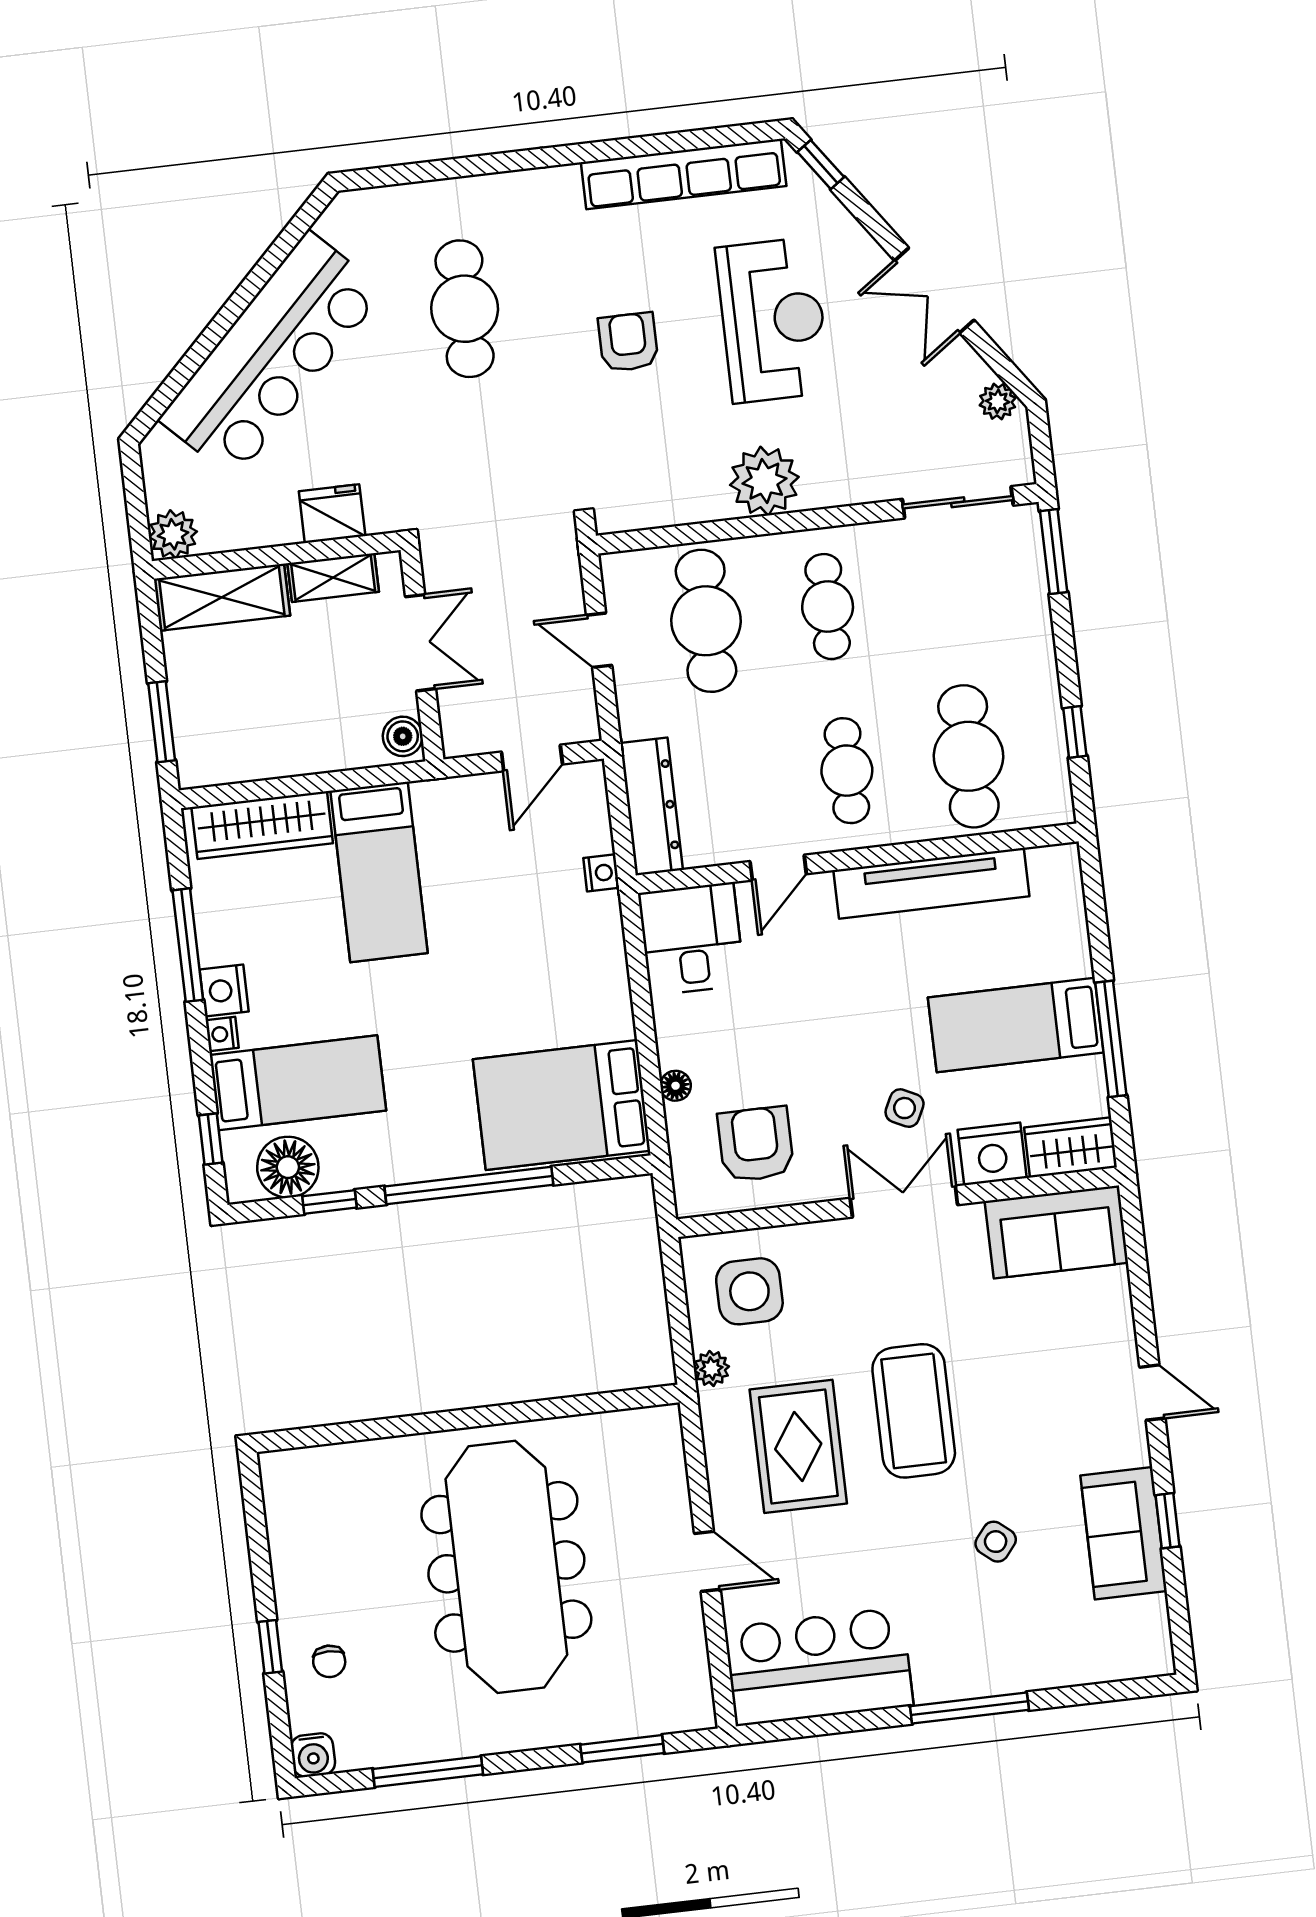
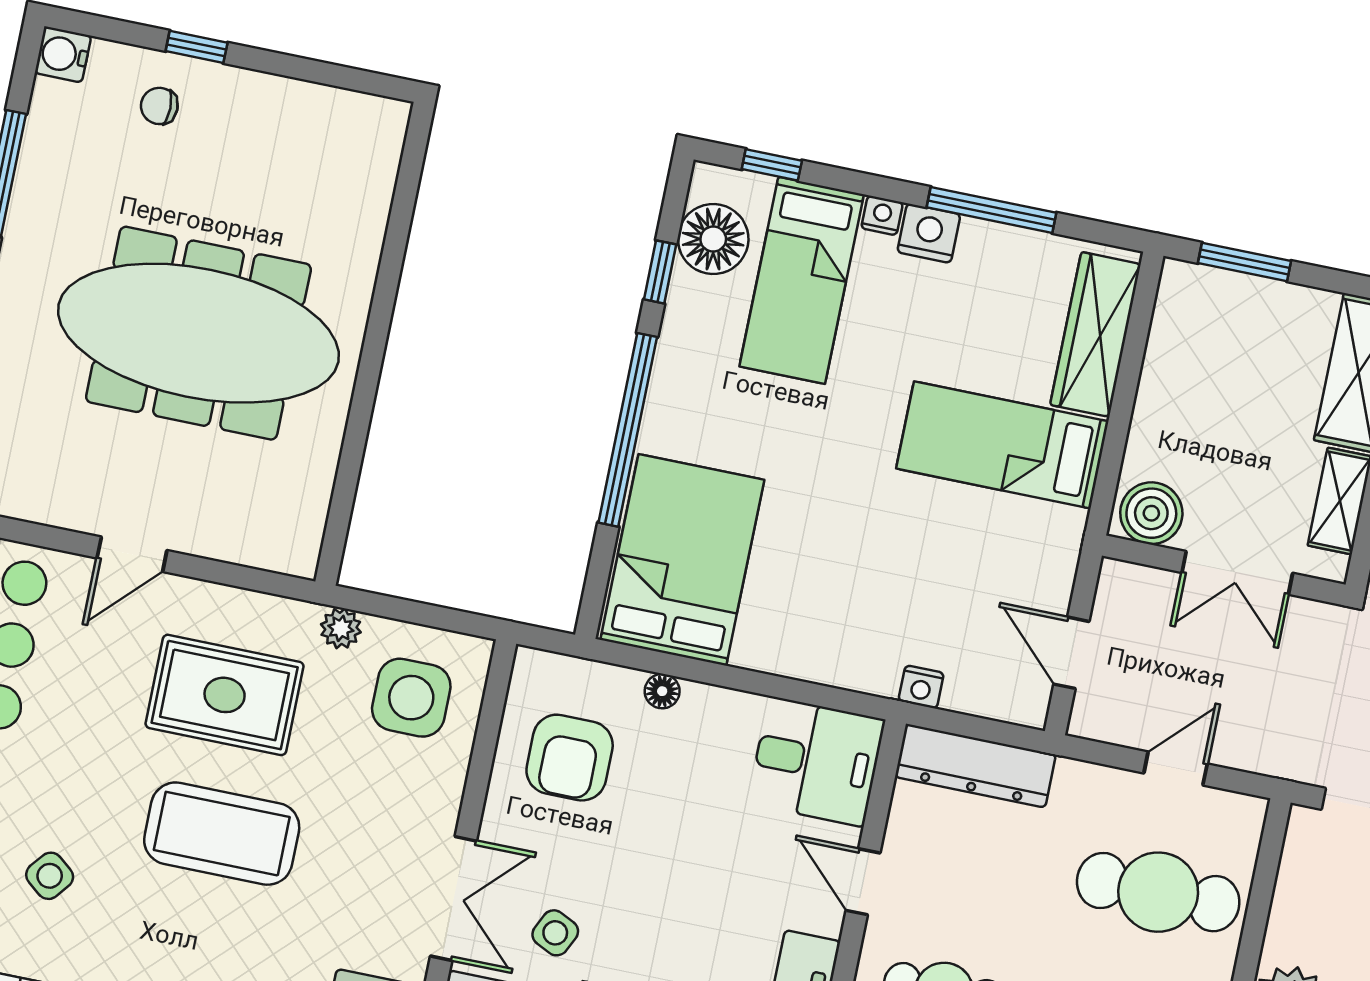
boiler: (403, 736) -> (1151, 513), width x1.36, depth x1.36
armchair: (756, 1144) -> (570, 758), turned 90

